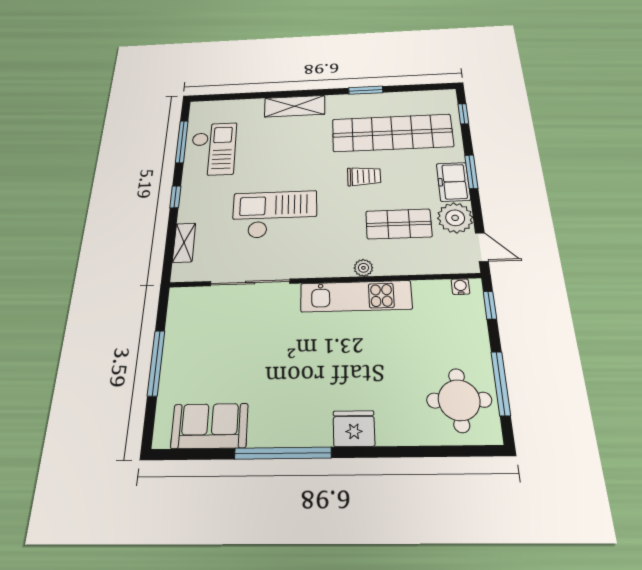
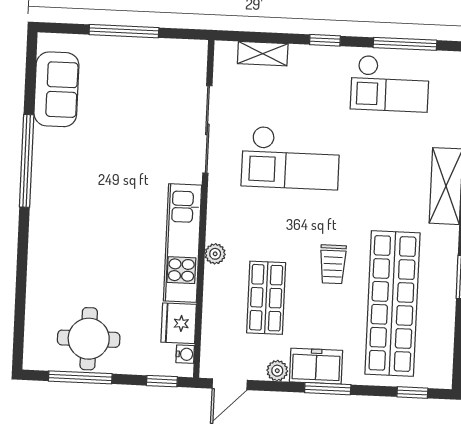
checkout: (275, 214) -> (291, 158), turned 90
plant: (455, 218) -> (277, 371), width x0.53, depth x0.53
round table: (459, 400) -> (89, 339), moved
fridge: (354, 429) -> (179, 323), moved, turned 180

